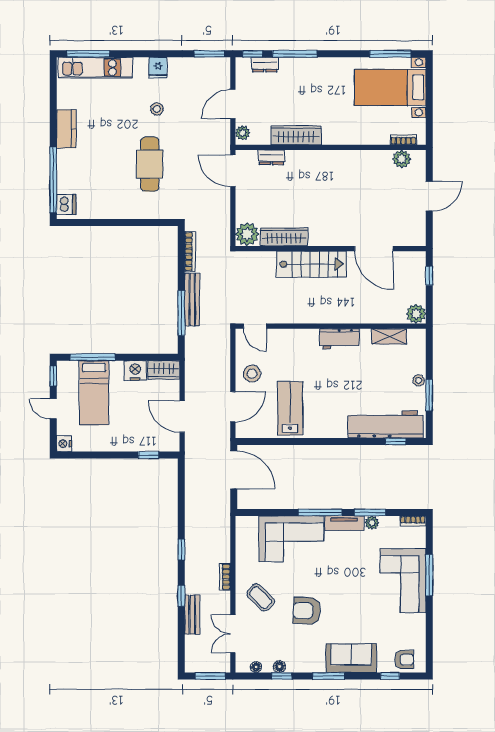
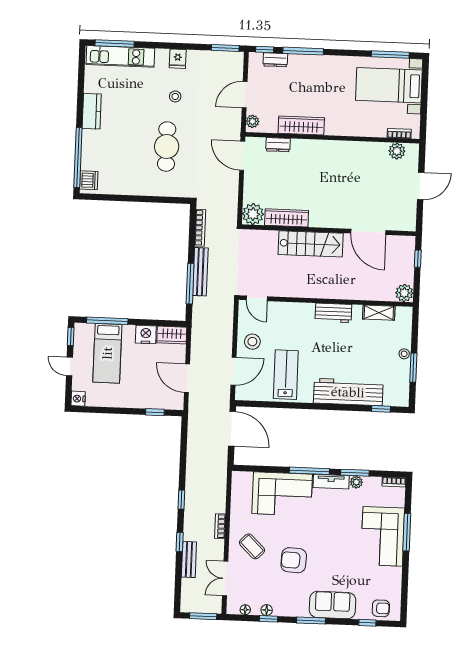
workbench: (386, 425) -> (348, 392), moved

